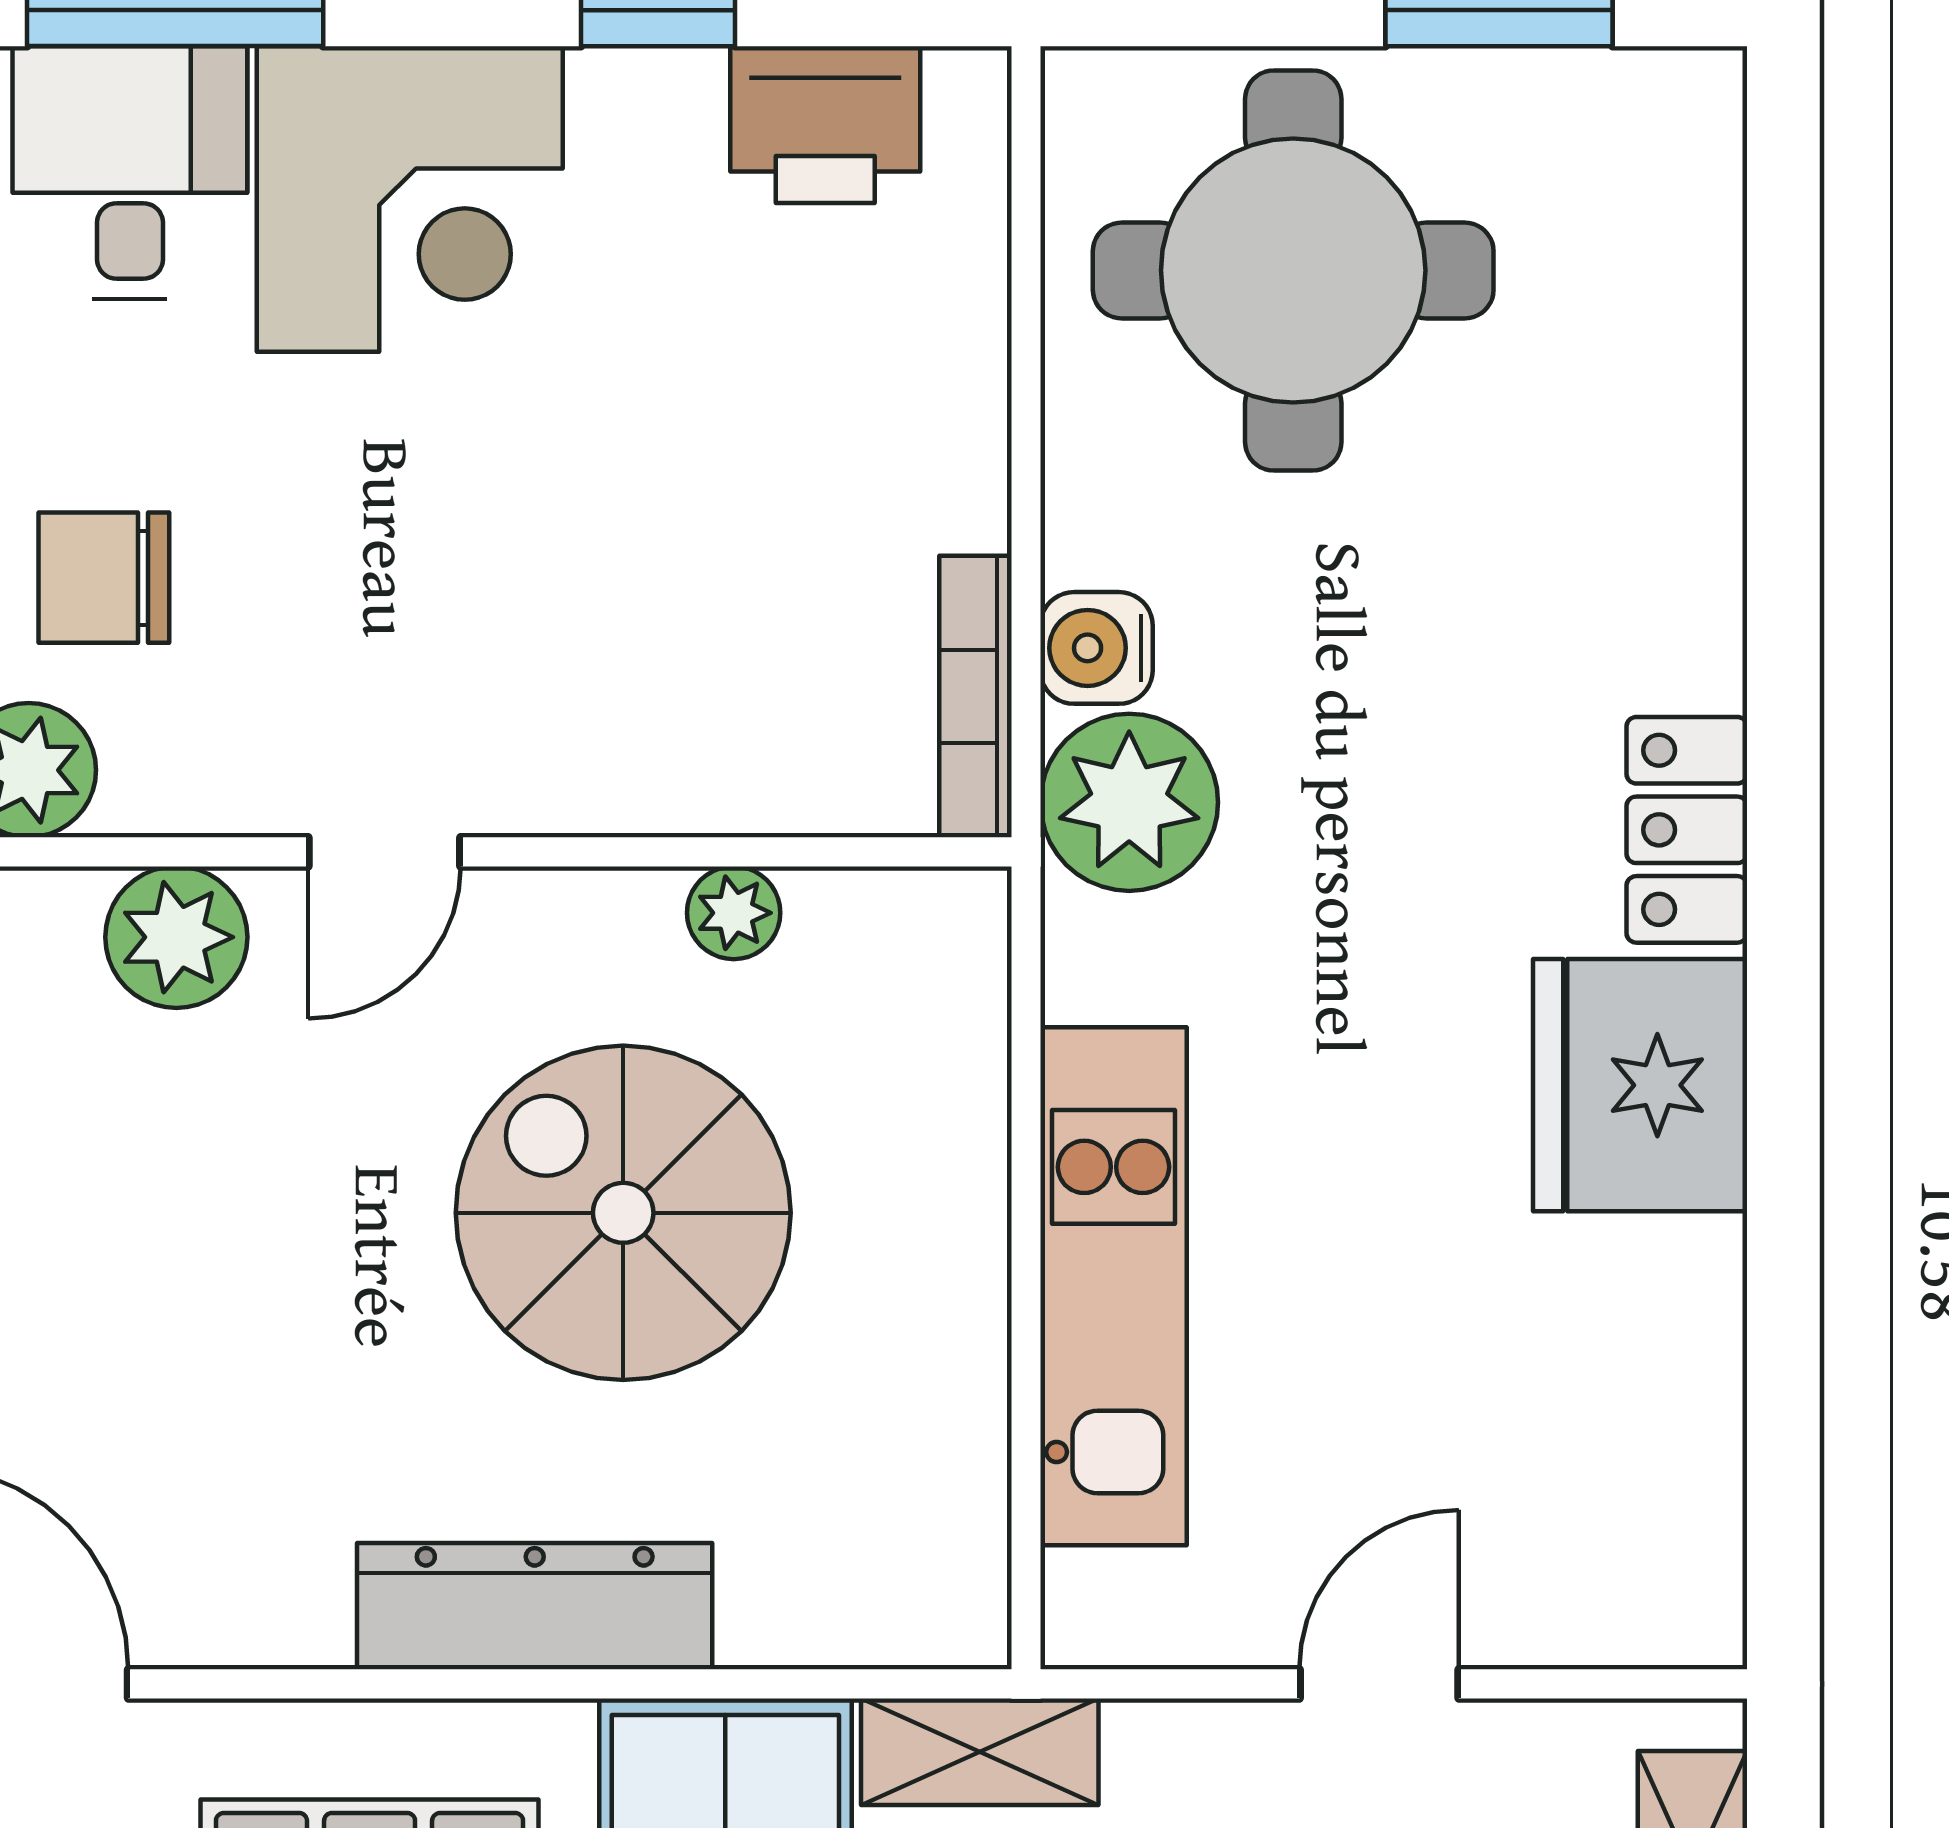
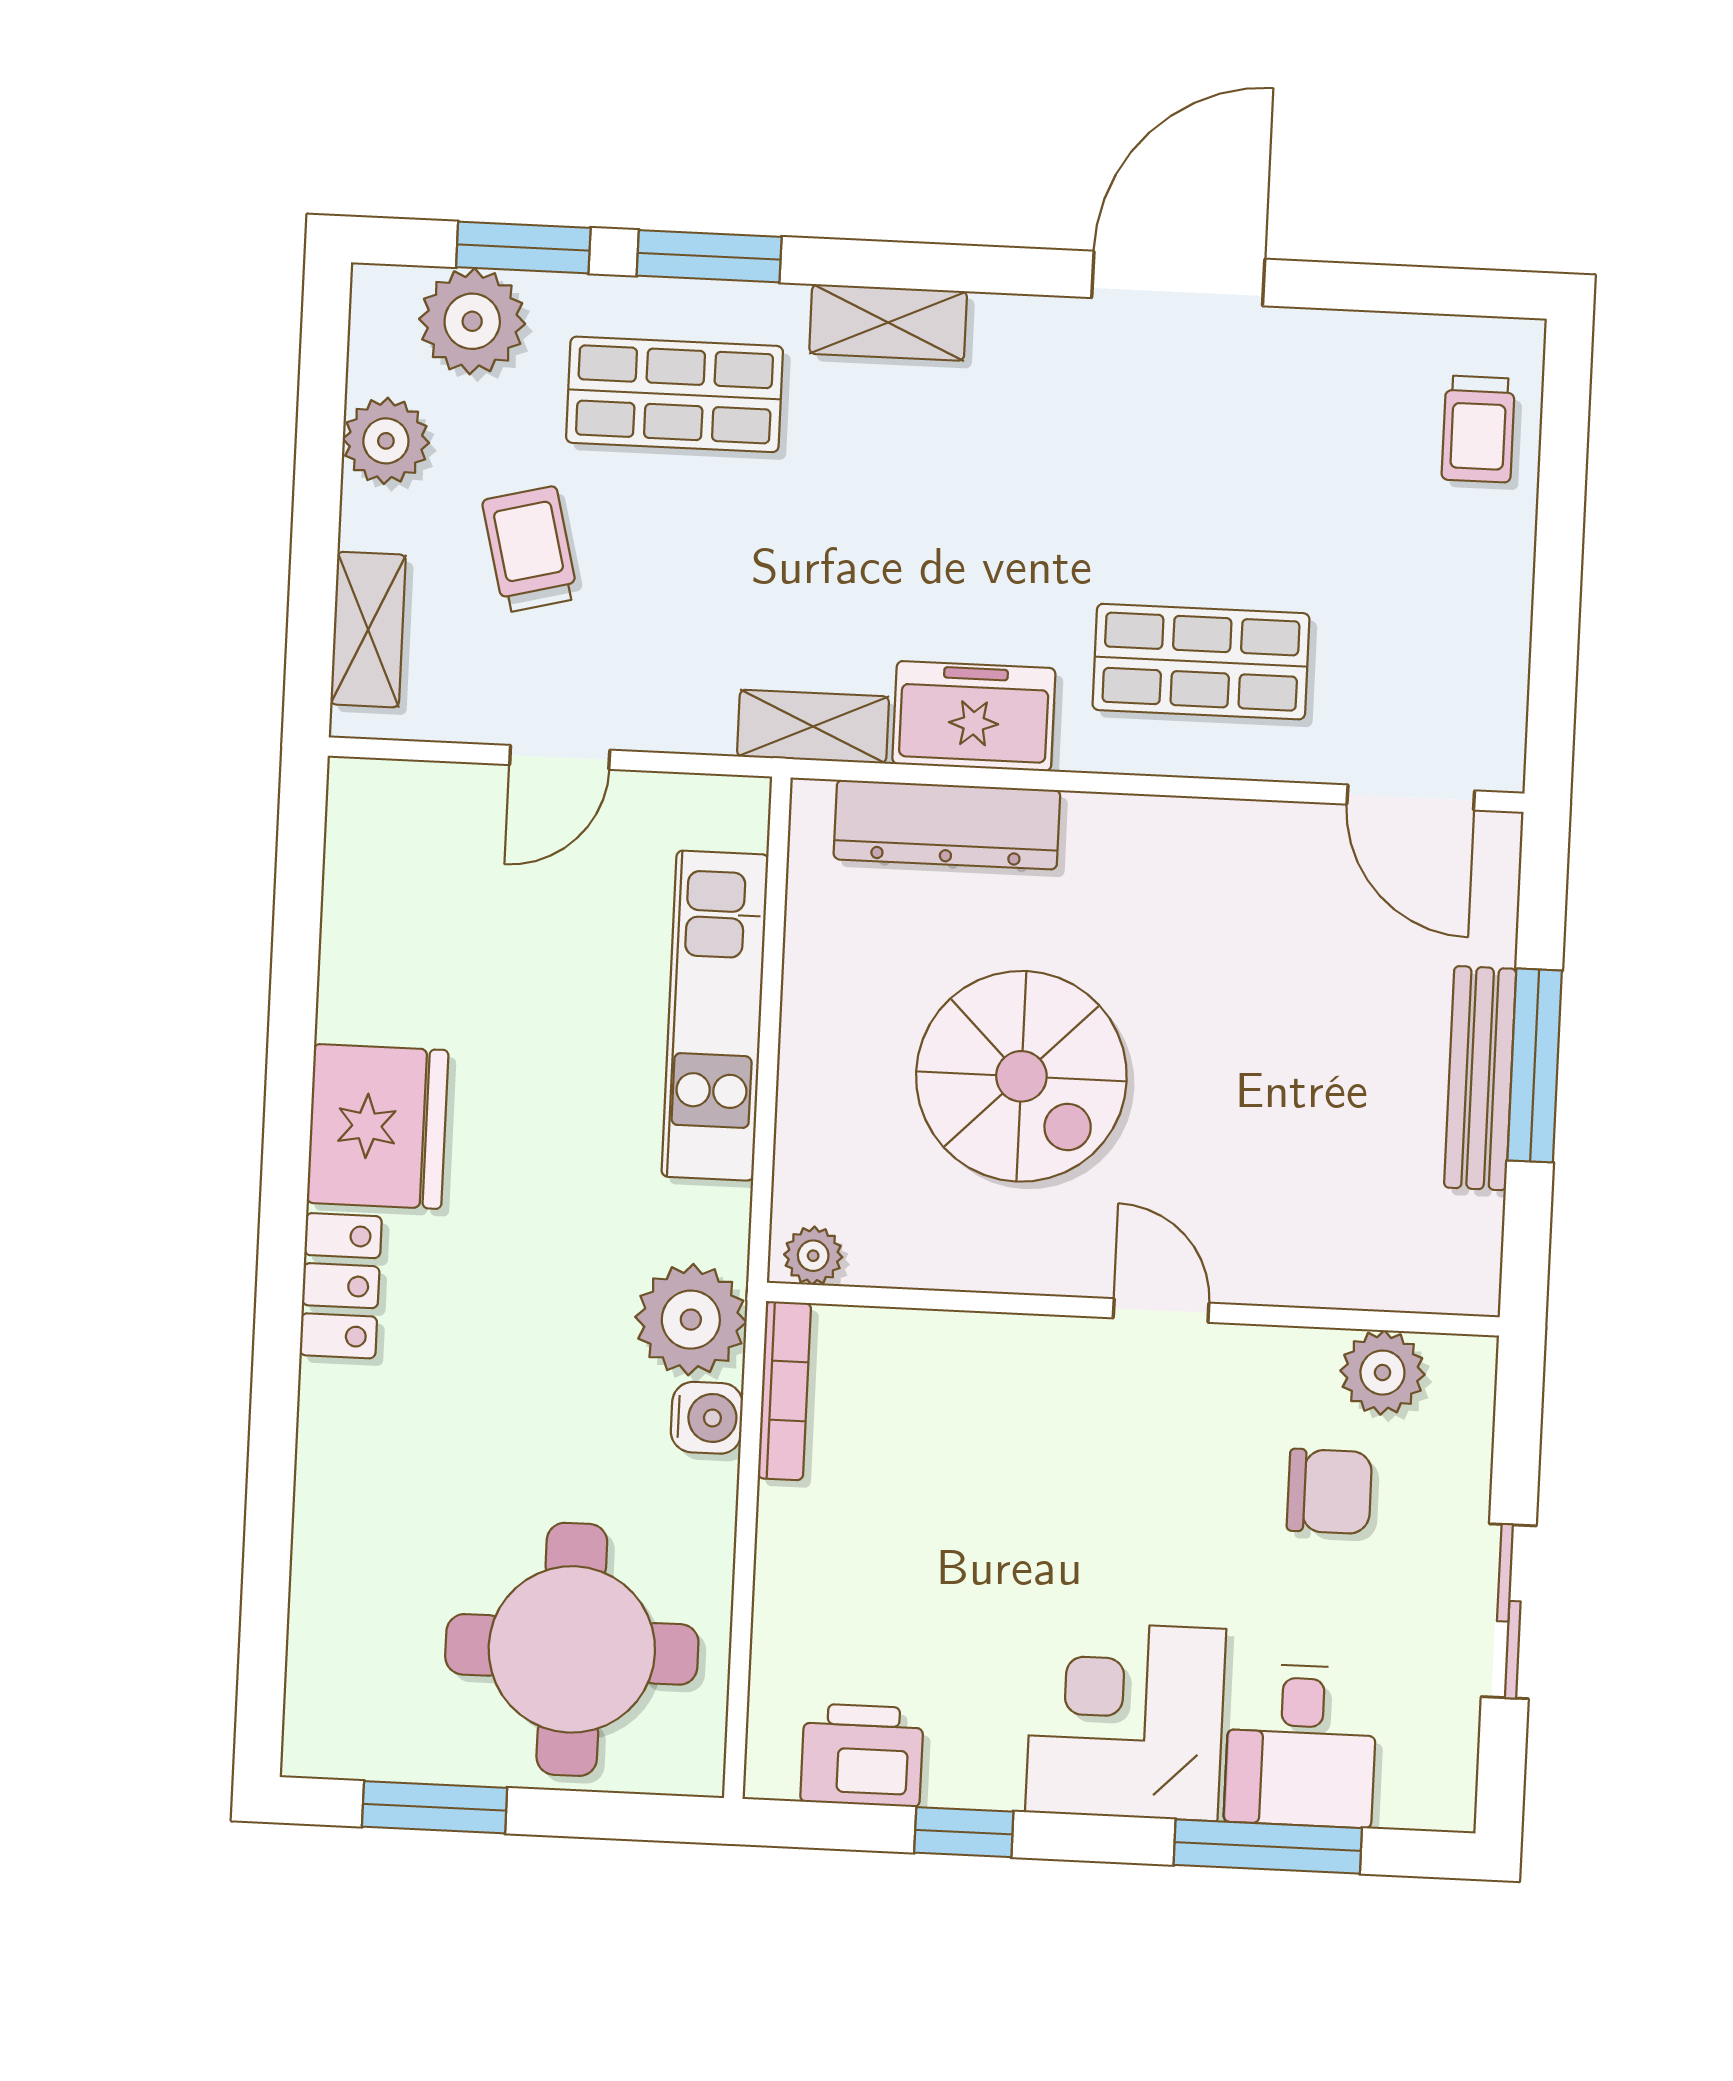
door: (384, 852) -> (1161, 1311), hinge flipped
plant: (734, 913) -> (813, 1256), moved
plant: (176, 937) -> (1294, 1263), removed
dresser: (535, 1606) -> (947, 825), moved

